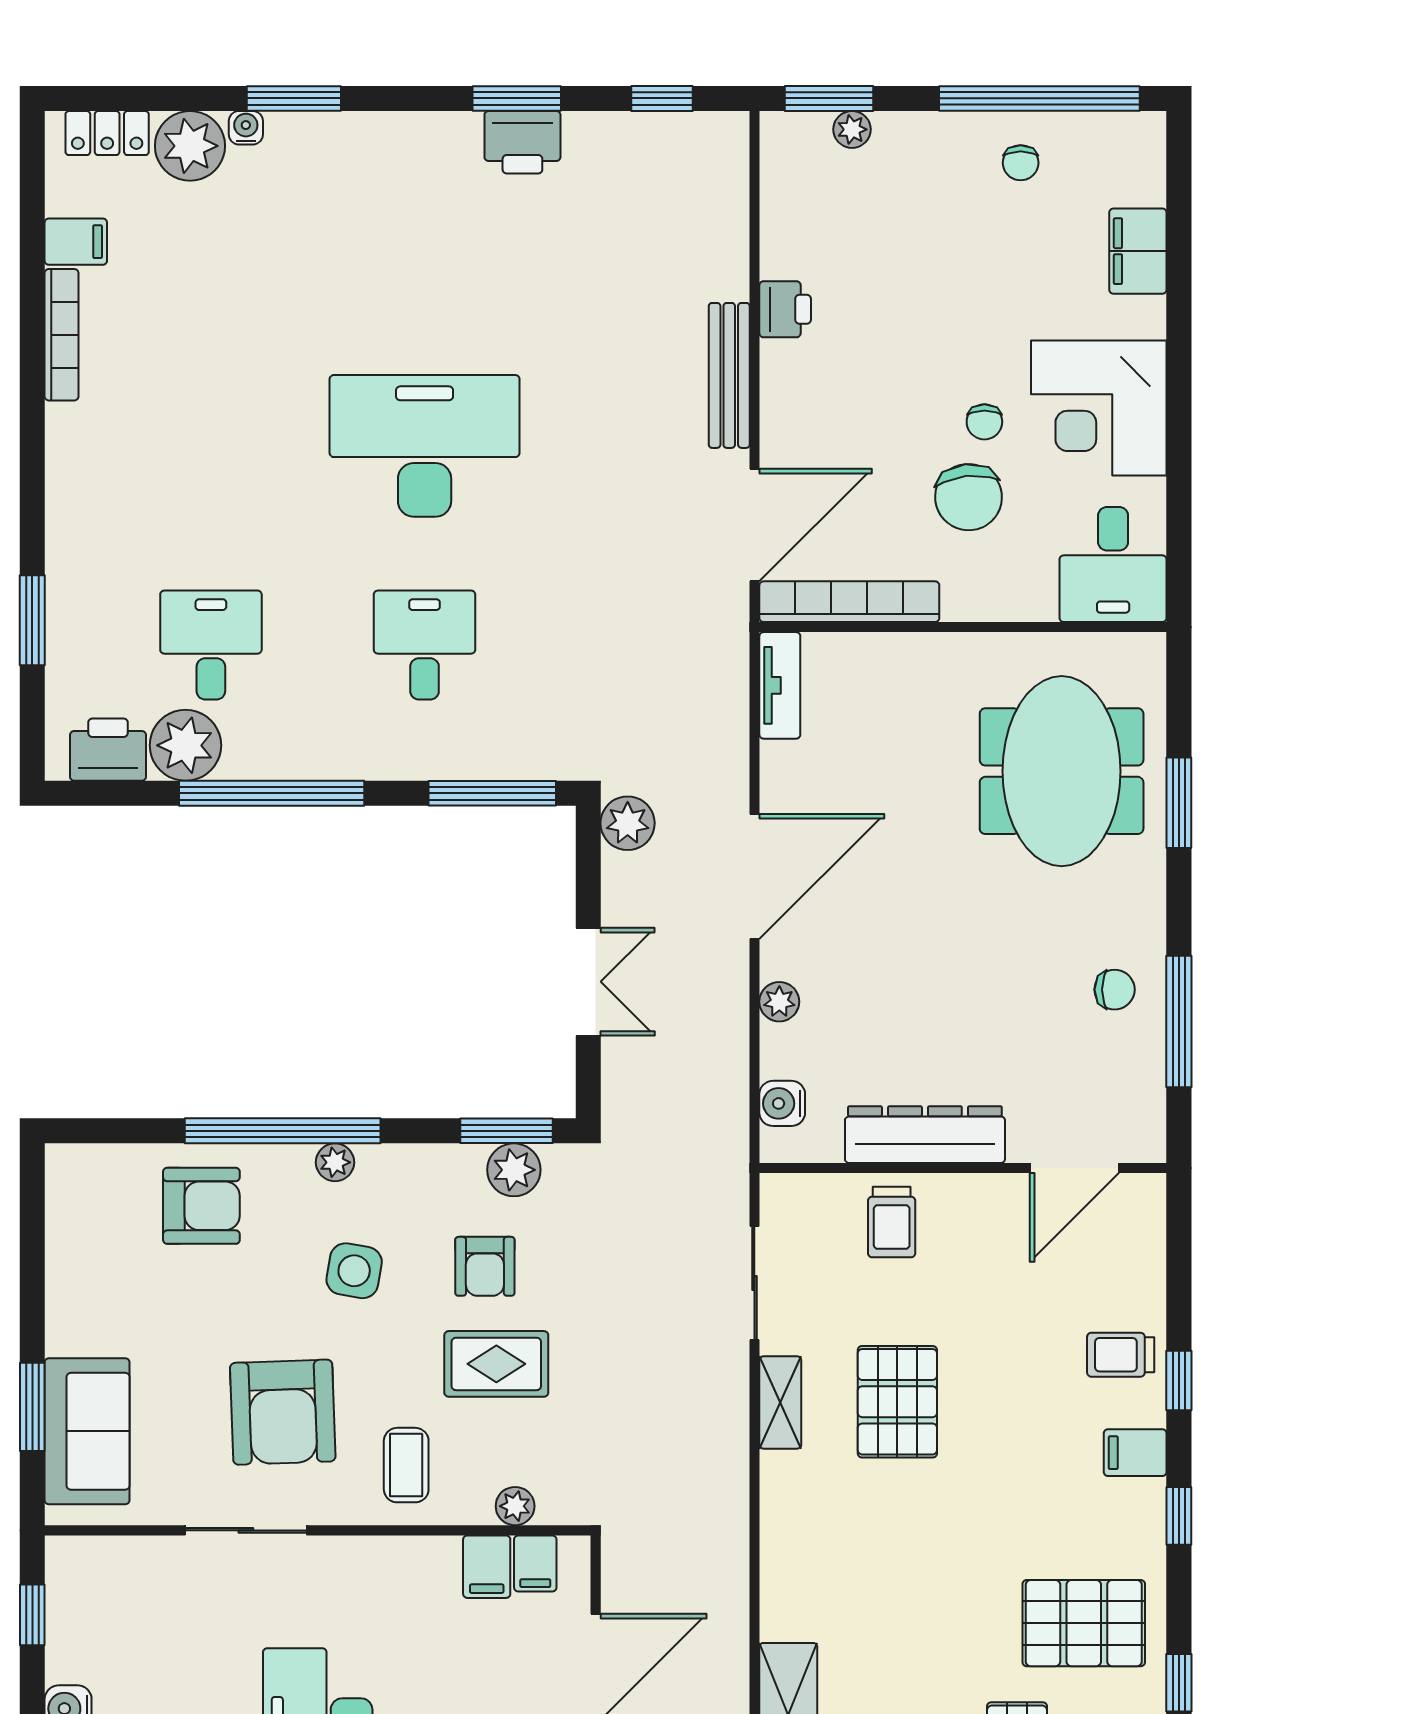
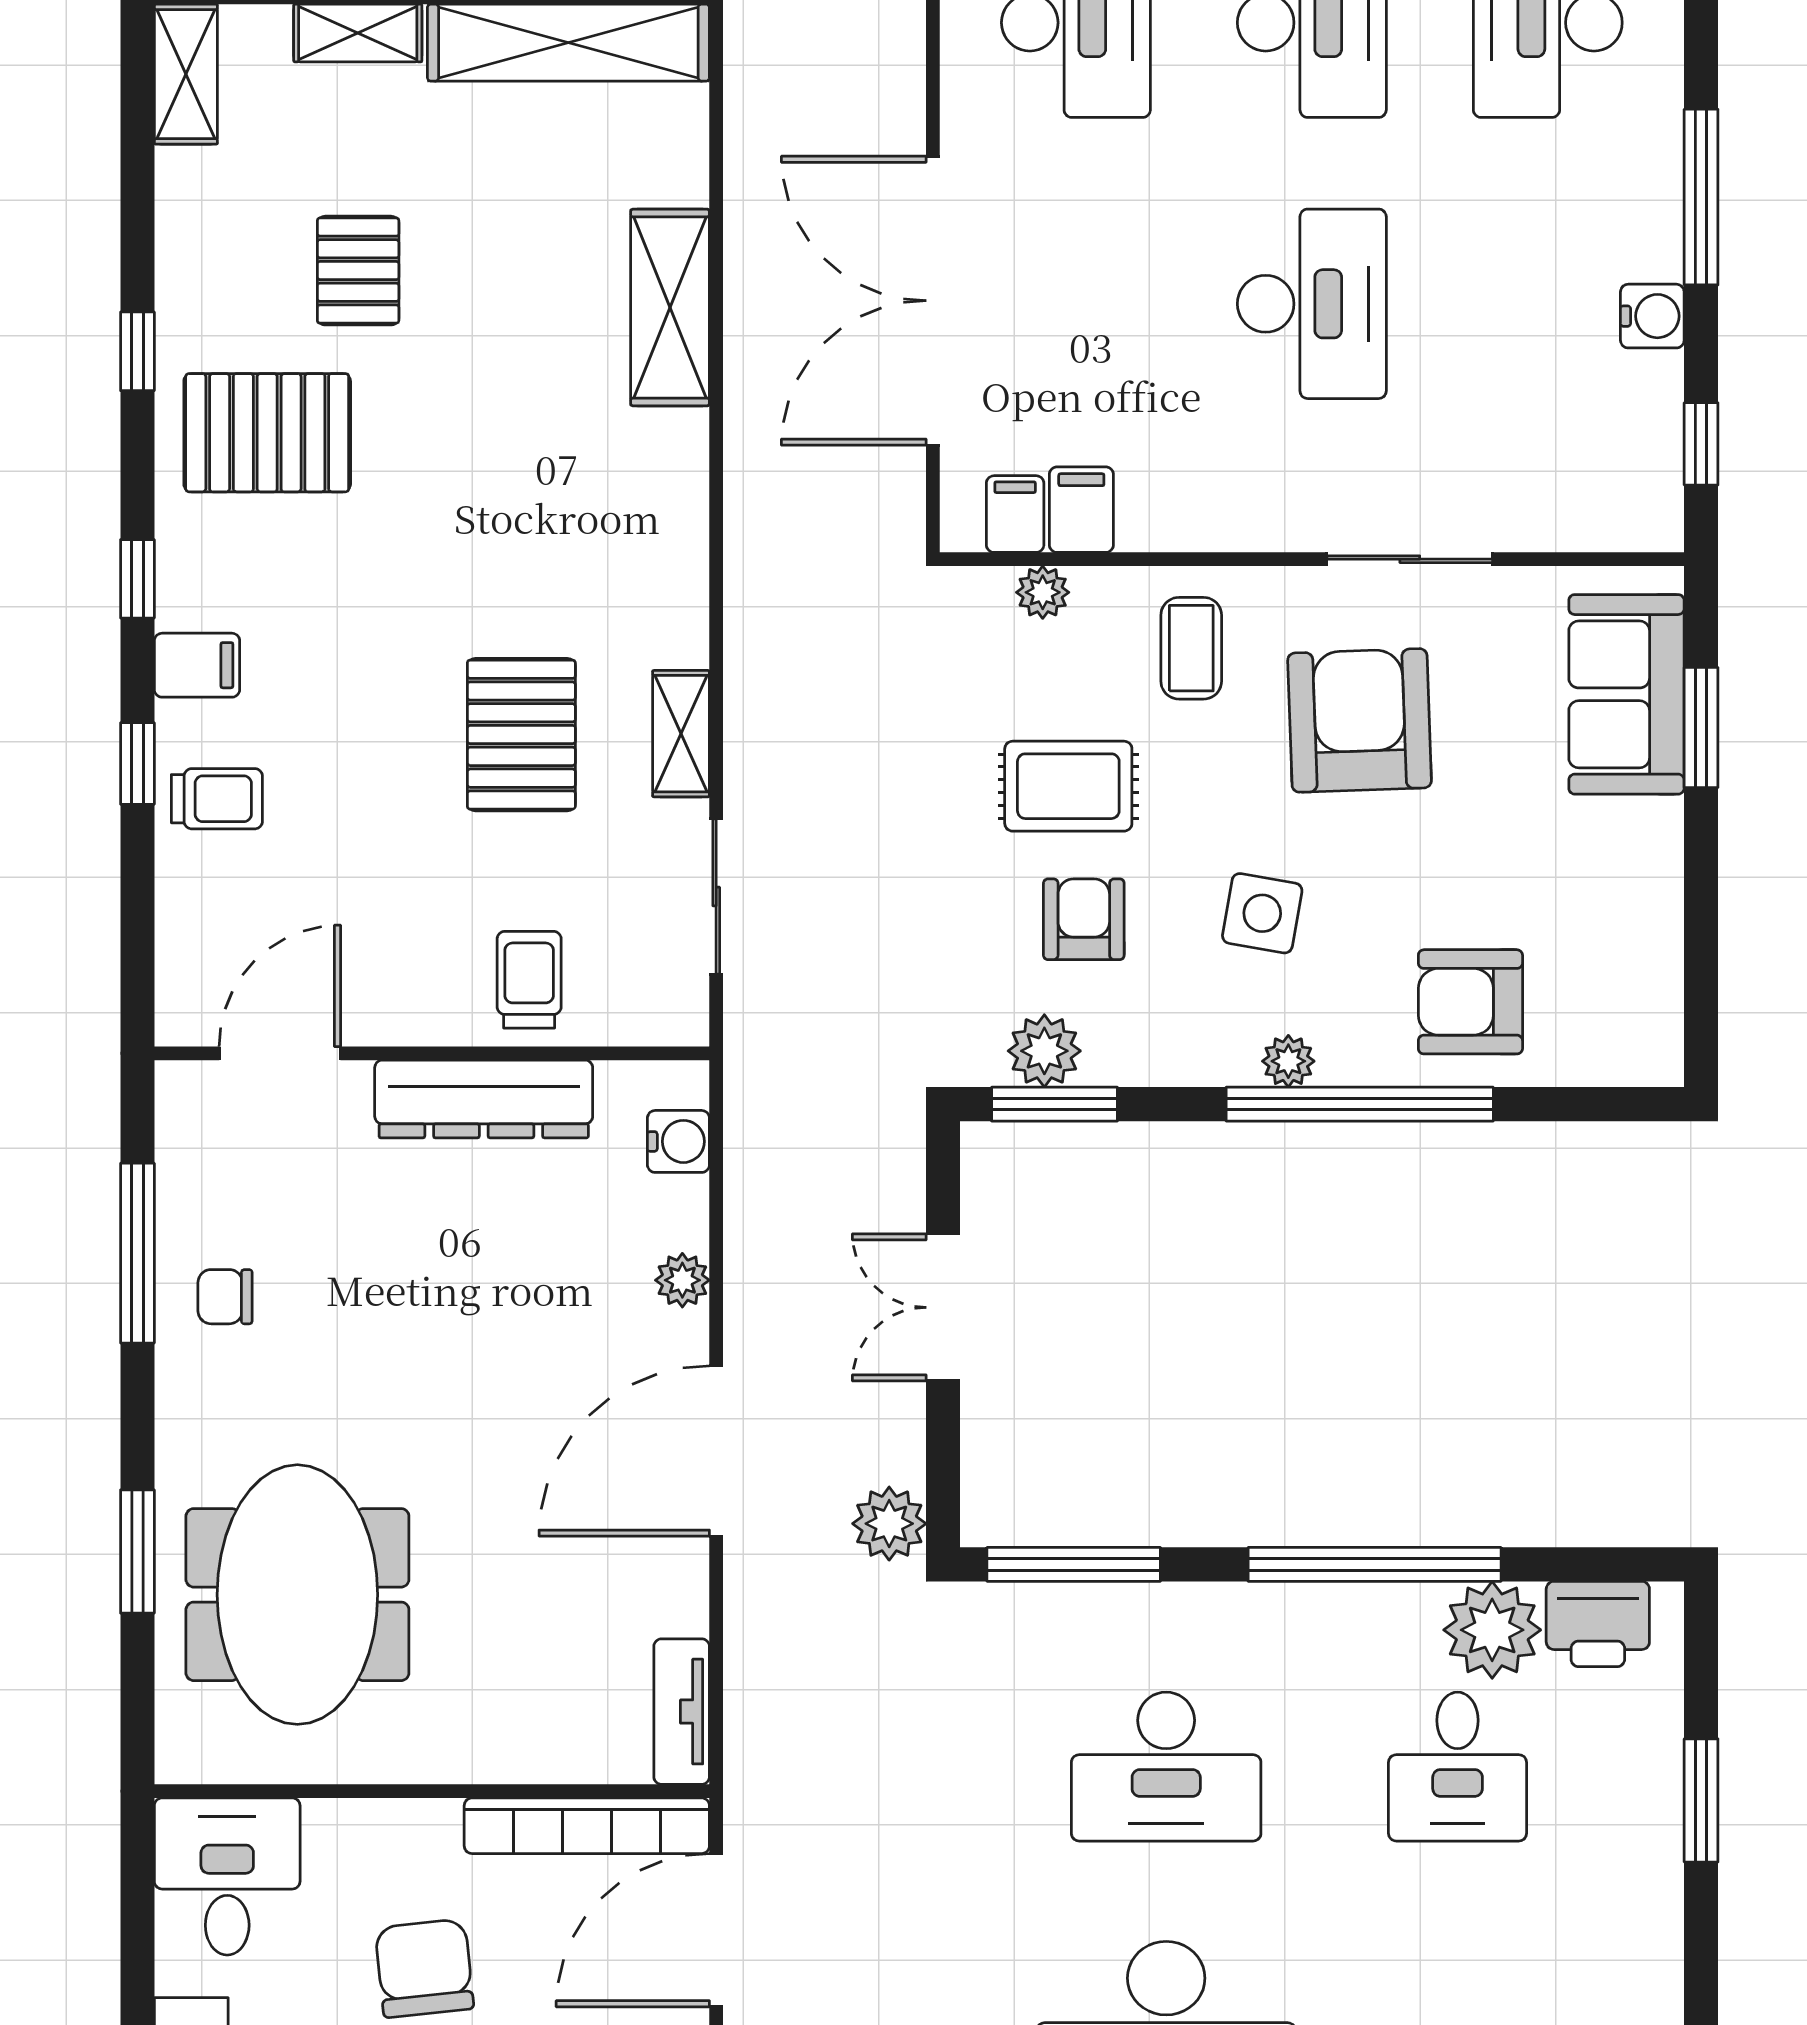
desk: (425, 645) -> (1166, 1767), width x1.37

